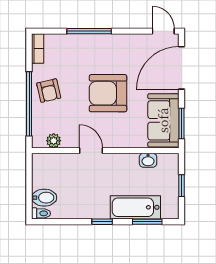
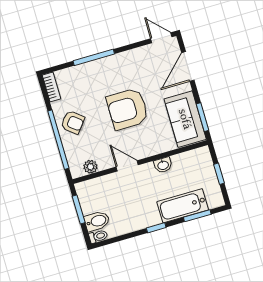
door: (182, 68) -> (188, 66), width x0.73
armchair: (49, 91) -> (73, 122), turned -38
washbasin: (148, 160) -> (163, 165), moved
window: (29, 180) -> (79, 209), added

